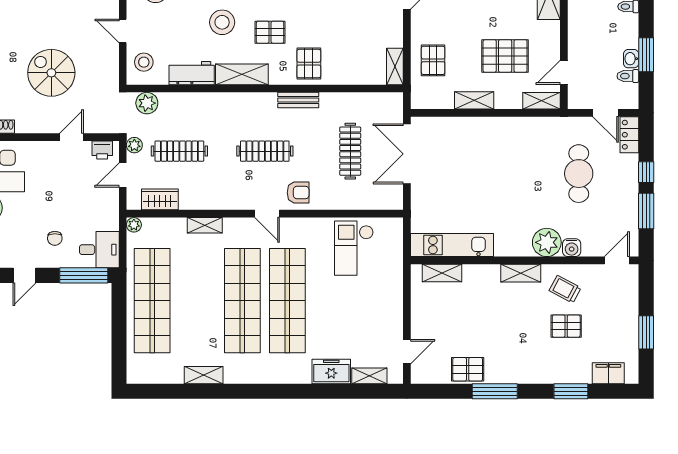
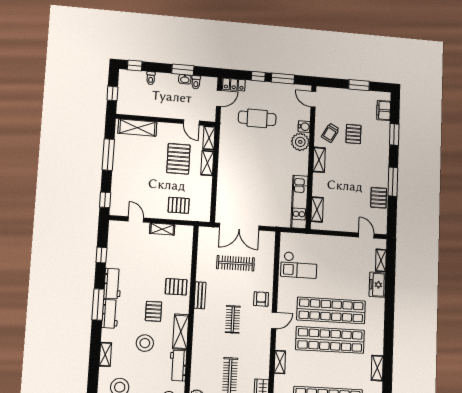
shelving: (395, 66) -> (162, 229), moved
shelving: (474, 100) -> (207, 163), moved
clothes rail: (265, 151) -> (233, 319), width x0.73

